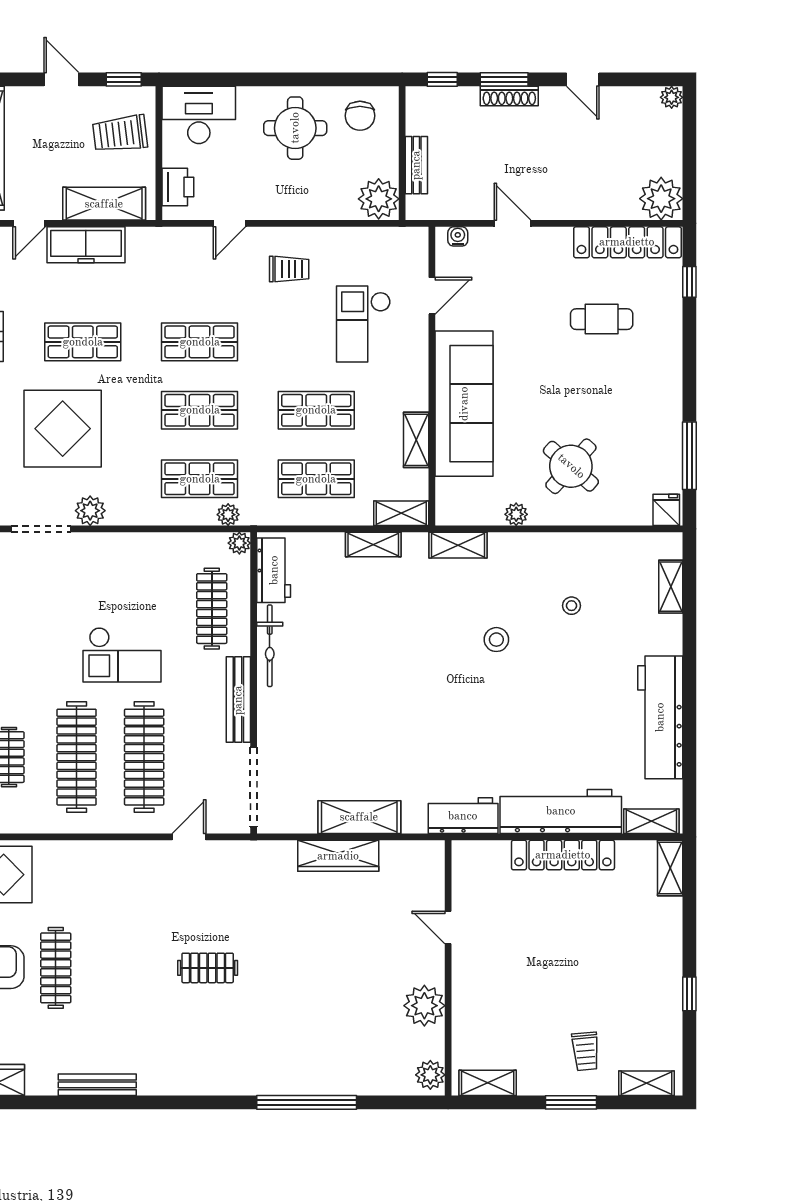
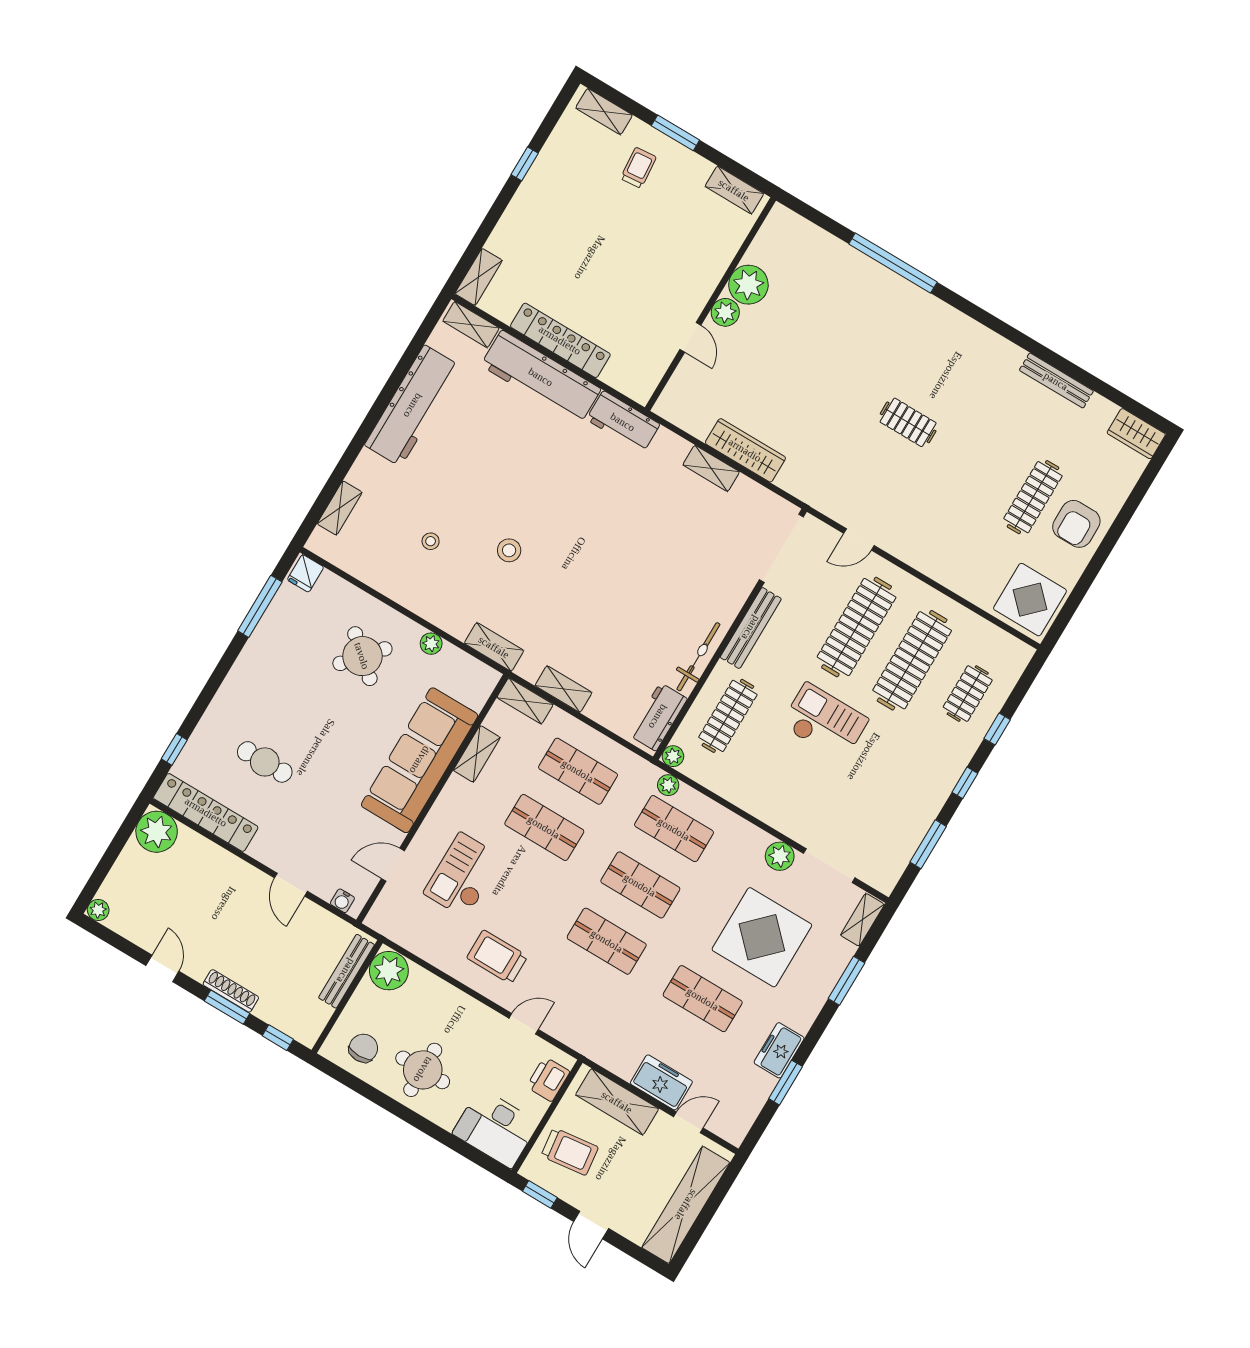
bench: (416, 165) -> (346, 971), width x1.36
freezer: (86, 245) -> (661, 1082), width x0.71
trolley: (289, 269) -> (497, 957), width x1.36, depth x1.39
checkout: (363, 324) -> (463, 875), turned 180
shelving: (359, 817) -> (711, 468), width x0.67, depth x0.75
plant: (430, 1075) -> (725, 312), moved

